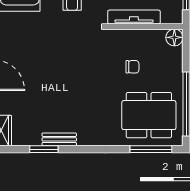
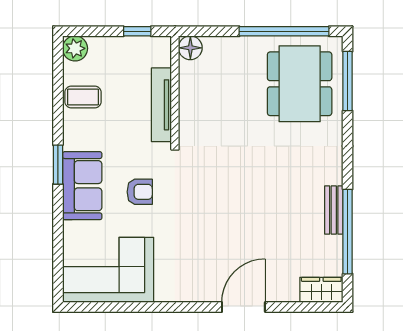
chair: (132, 67) -> (232, 107), removed
window: (44, 149) -> (348, 232), width x2.11

